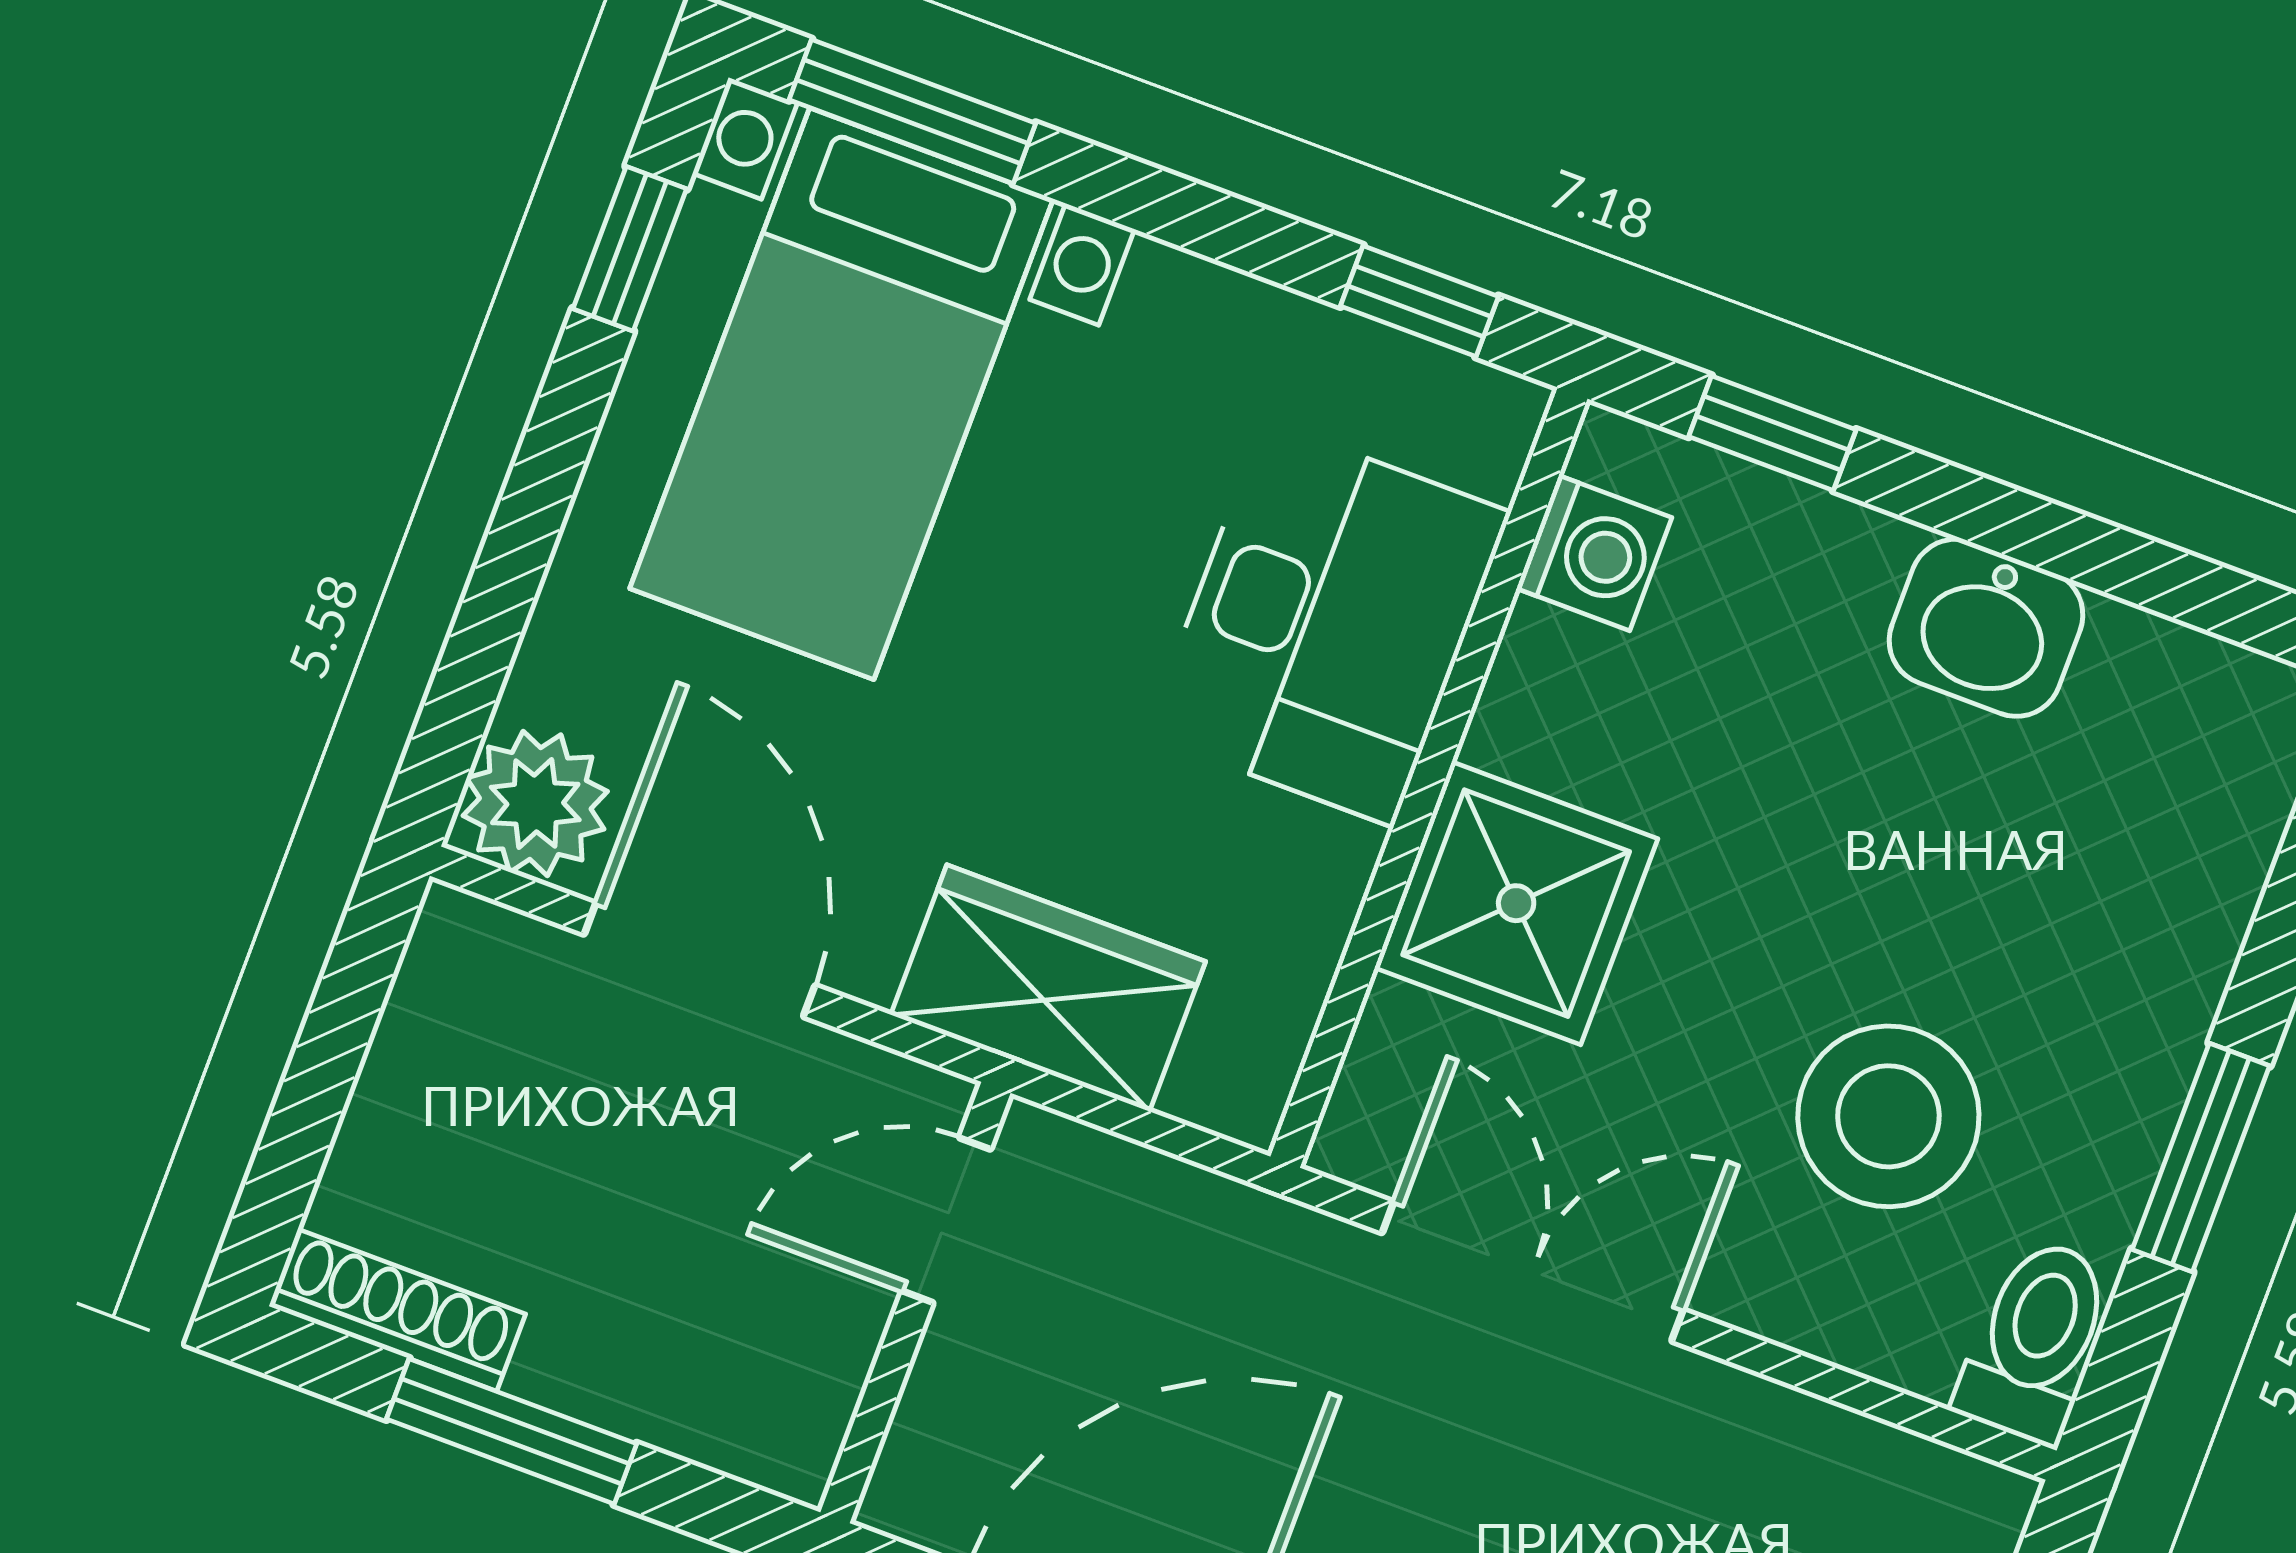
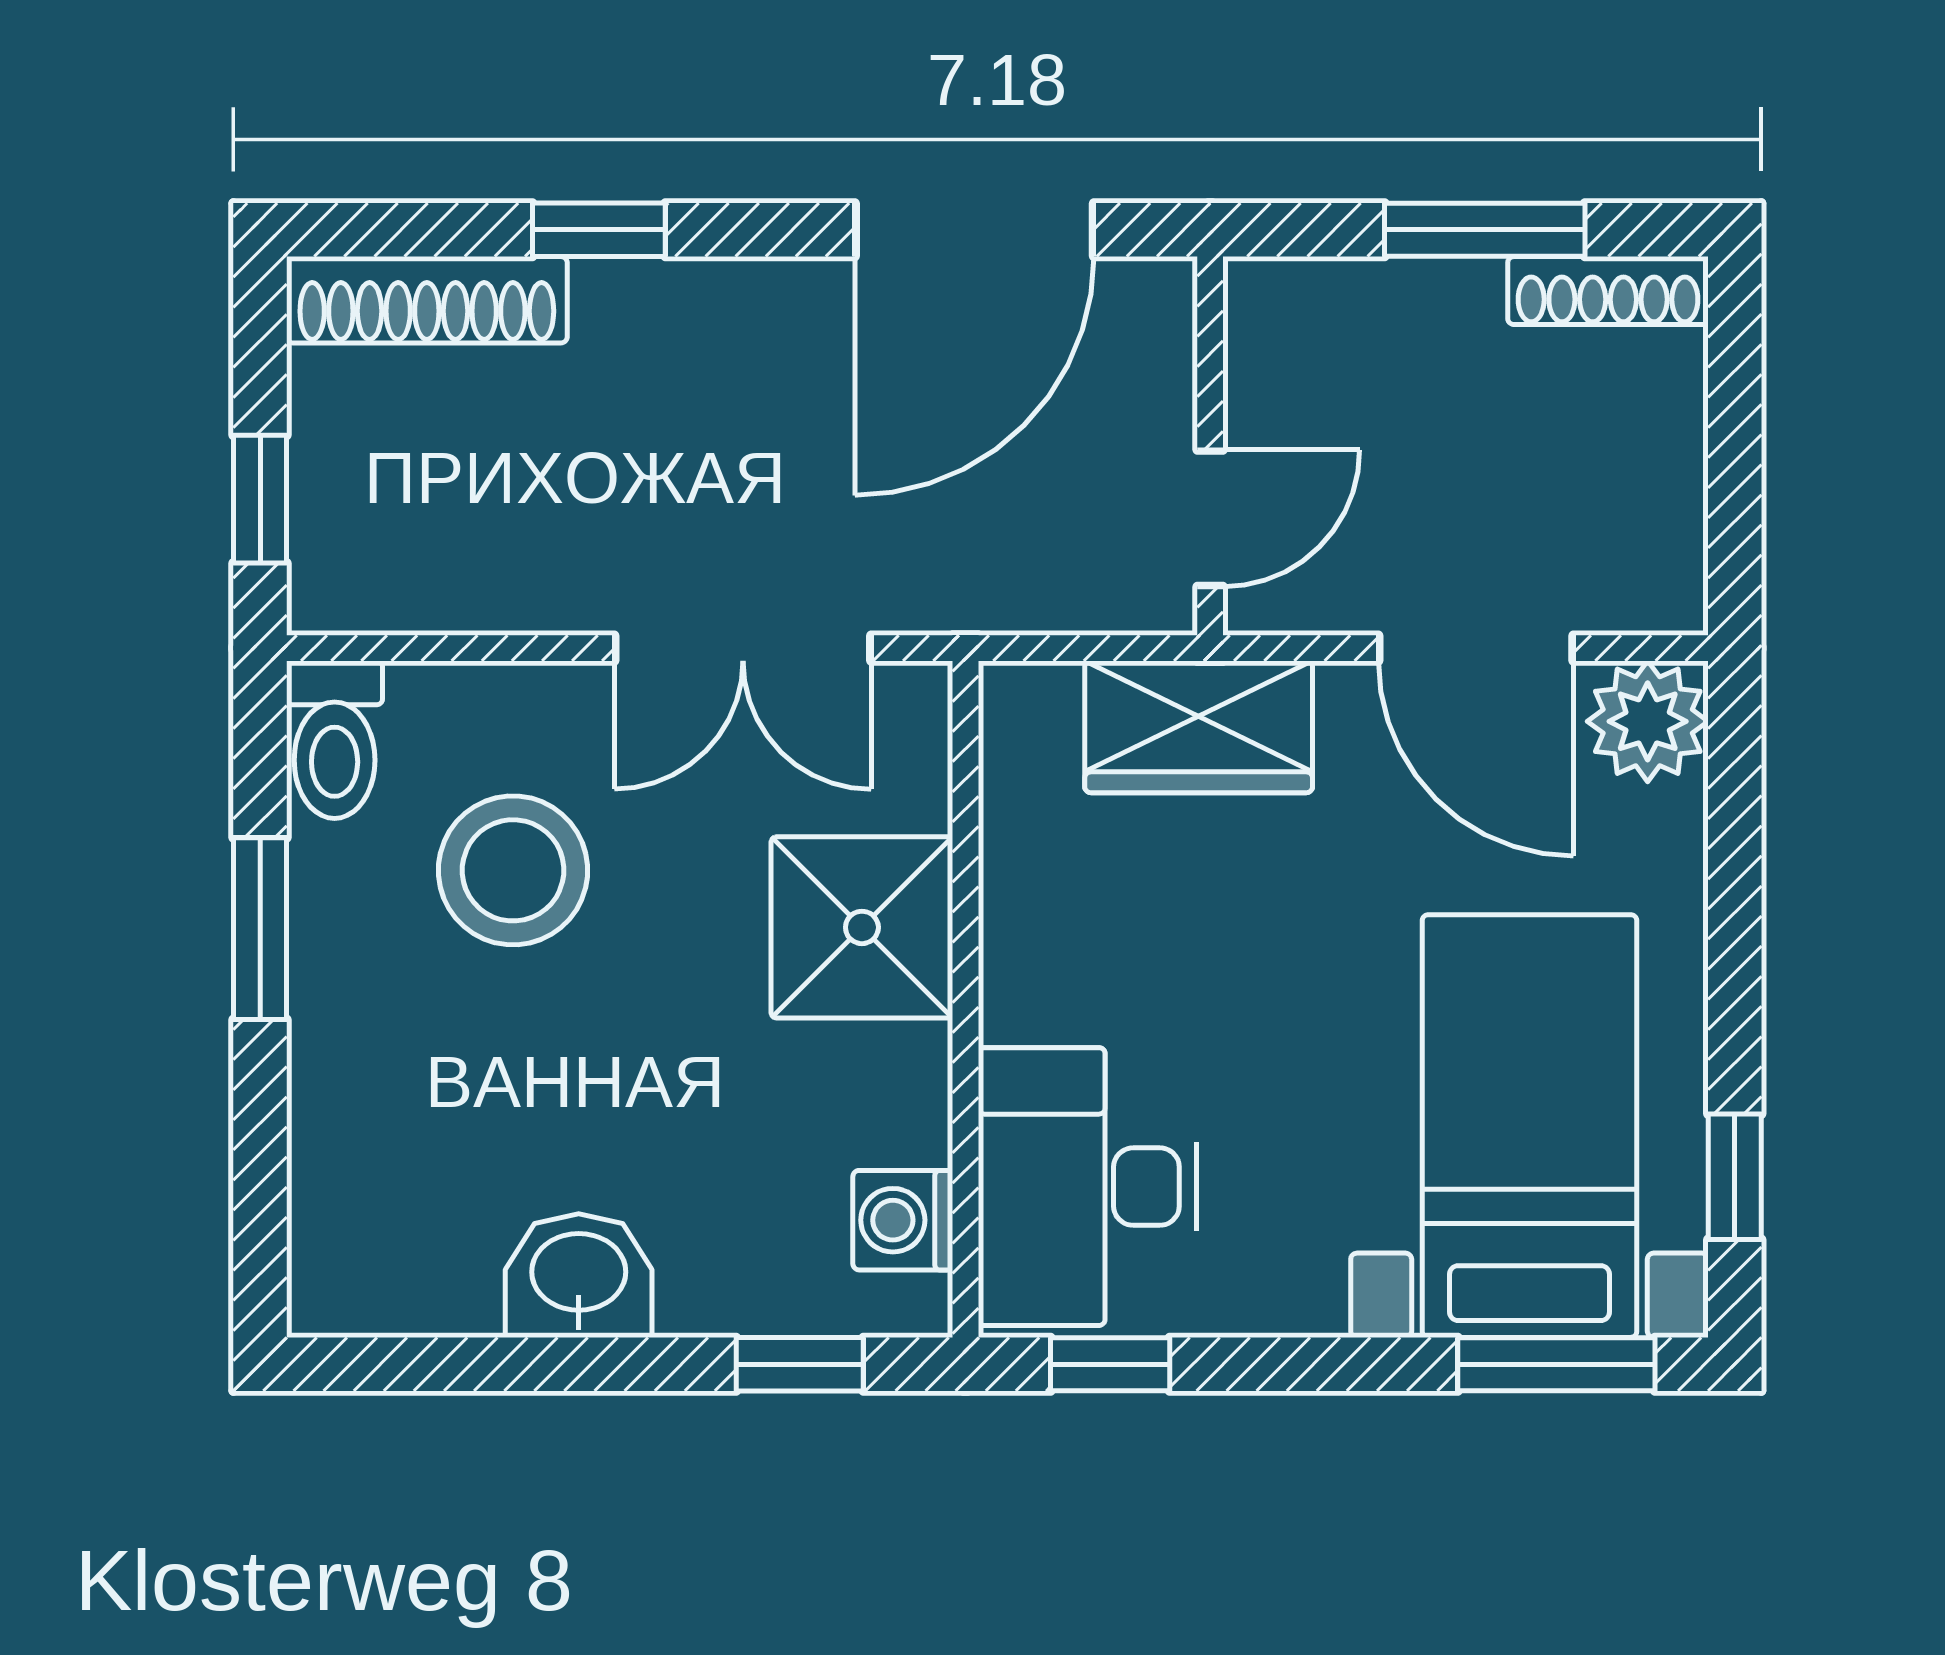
desk: (1328, 624) -> (1087, 1187), moved

